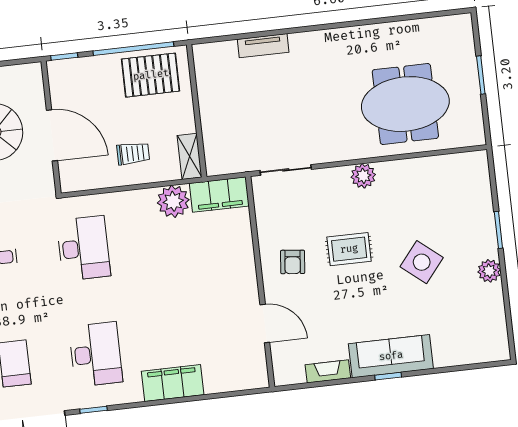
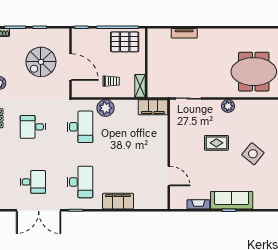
plant: (173, 201) -> (105, 108), moved
armchair: (293, 262) -> (187, 146), removed

